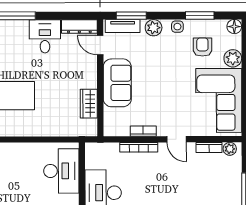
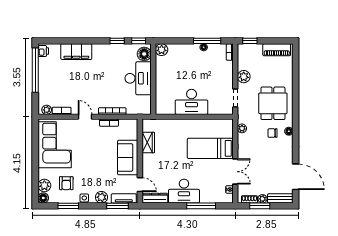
desk: (45, 36) -> (184, 191), width x1.37
plant: (233, 58) -> (44, 186), moved
desk: (61, 171) -> (192, 102), moved, turned -90

